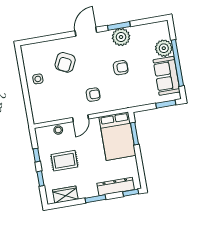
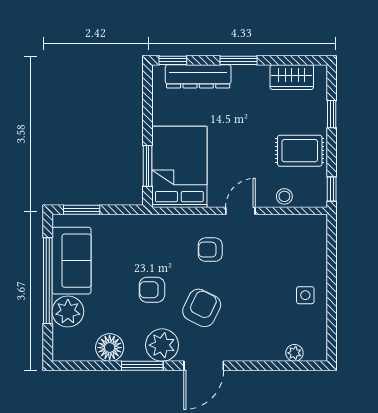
floor lamp: (138, 33) -> (110, 348), added
plant: (121, 37) -> (162, 345), moved
plant: (38, 47) -> (294, 353), added
armchair: (65, 62) -> (202, 308), moved
window: (36, 155) -> (332, 189), moved
rug: (64, 161) -> (300, 151), moved

